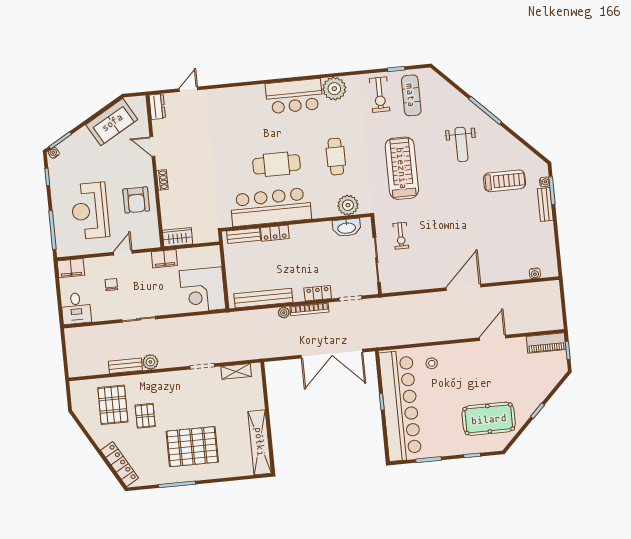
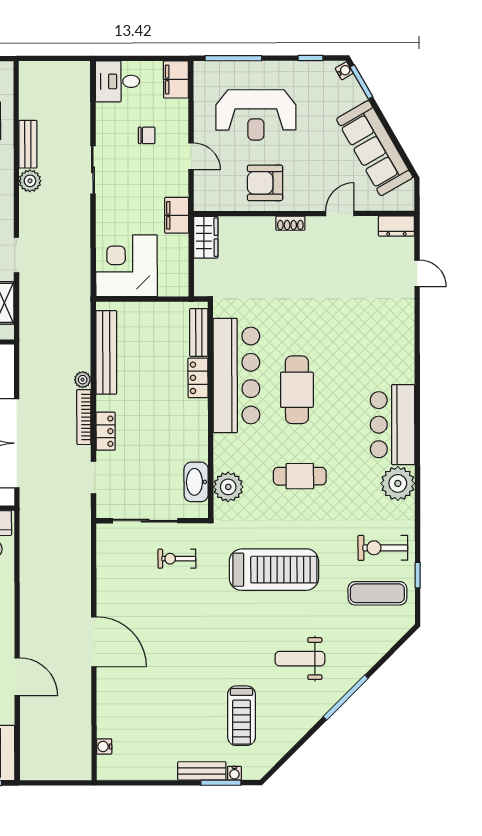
sofa: (112, 122) -> (375, 148), width x1.36
reception desk: (90, 211) -> (256, 115), turned 180

